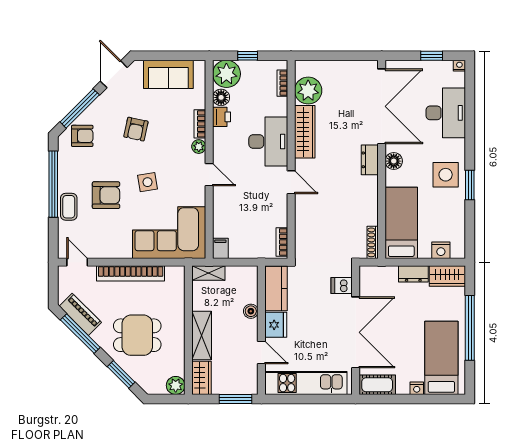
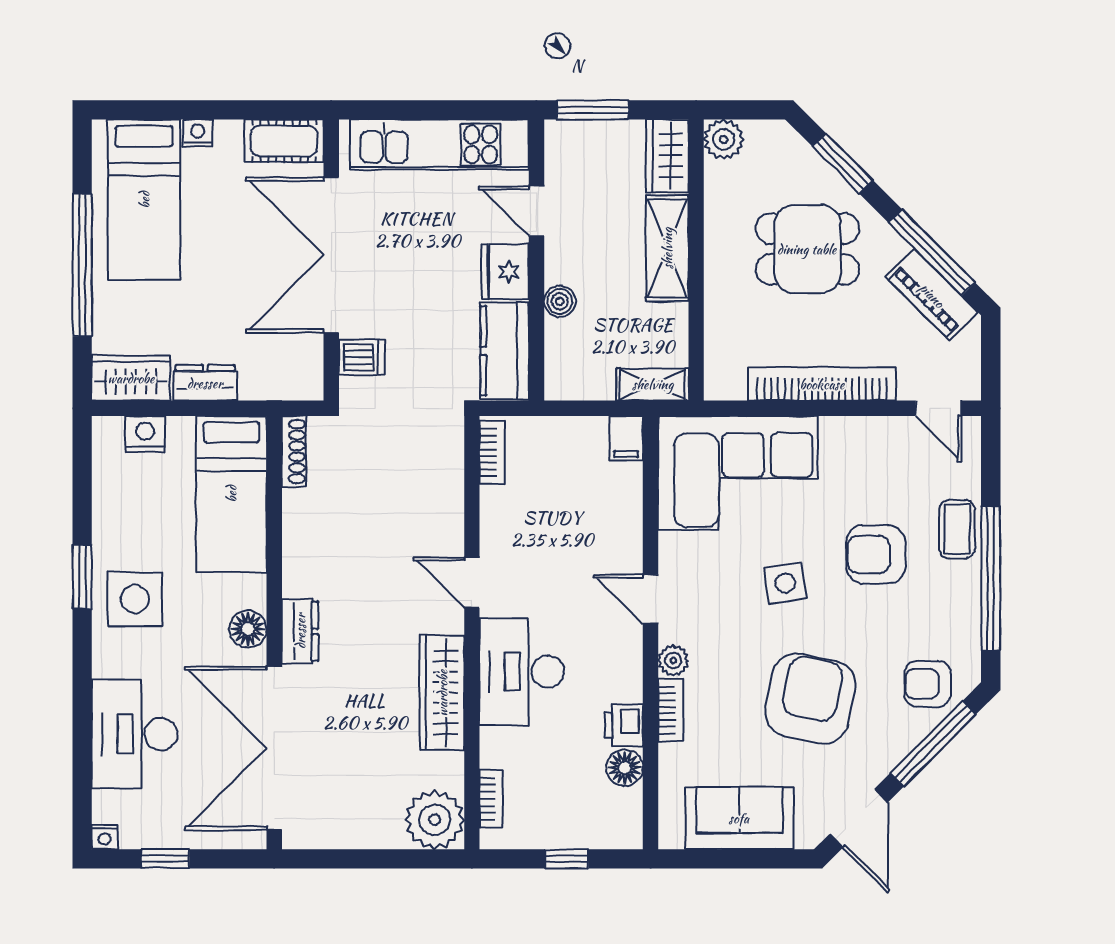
plant: (226, 74) -> (613, 819), removed
plant: (308, 91) -> (435, 820), moved
armchair: (136, 129) -> (810, 699), width x1.88, depth x1.88

